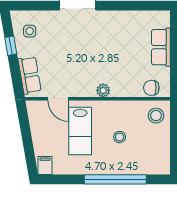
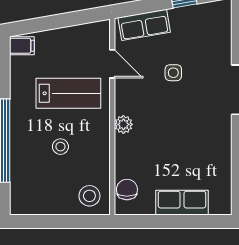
side table: (30, 31) -> (173, 73), moved
door: (58, 99) -> (112, 64), swing flipped
lab bench: (80, 131) -> (68, 93), turned 180

